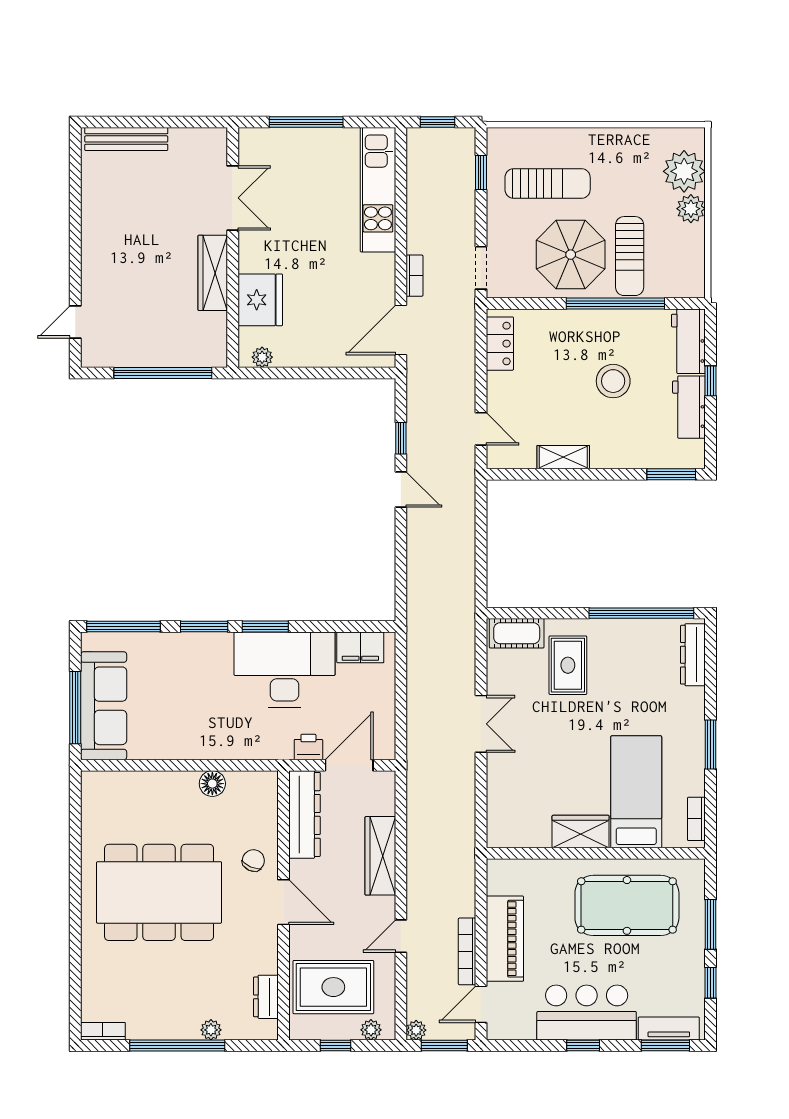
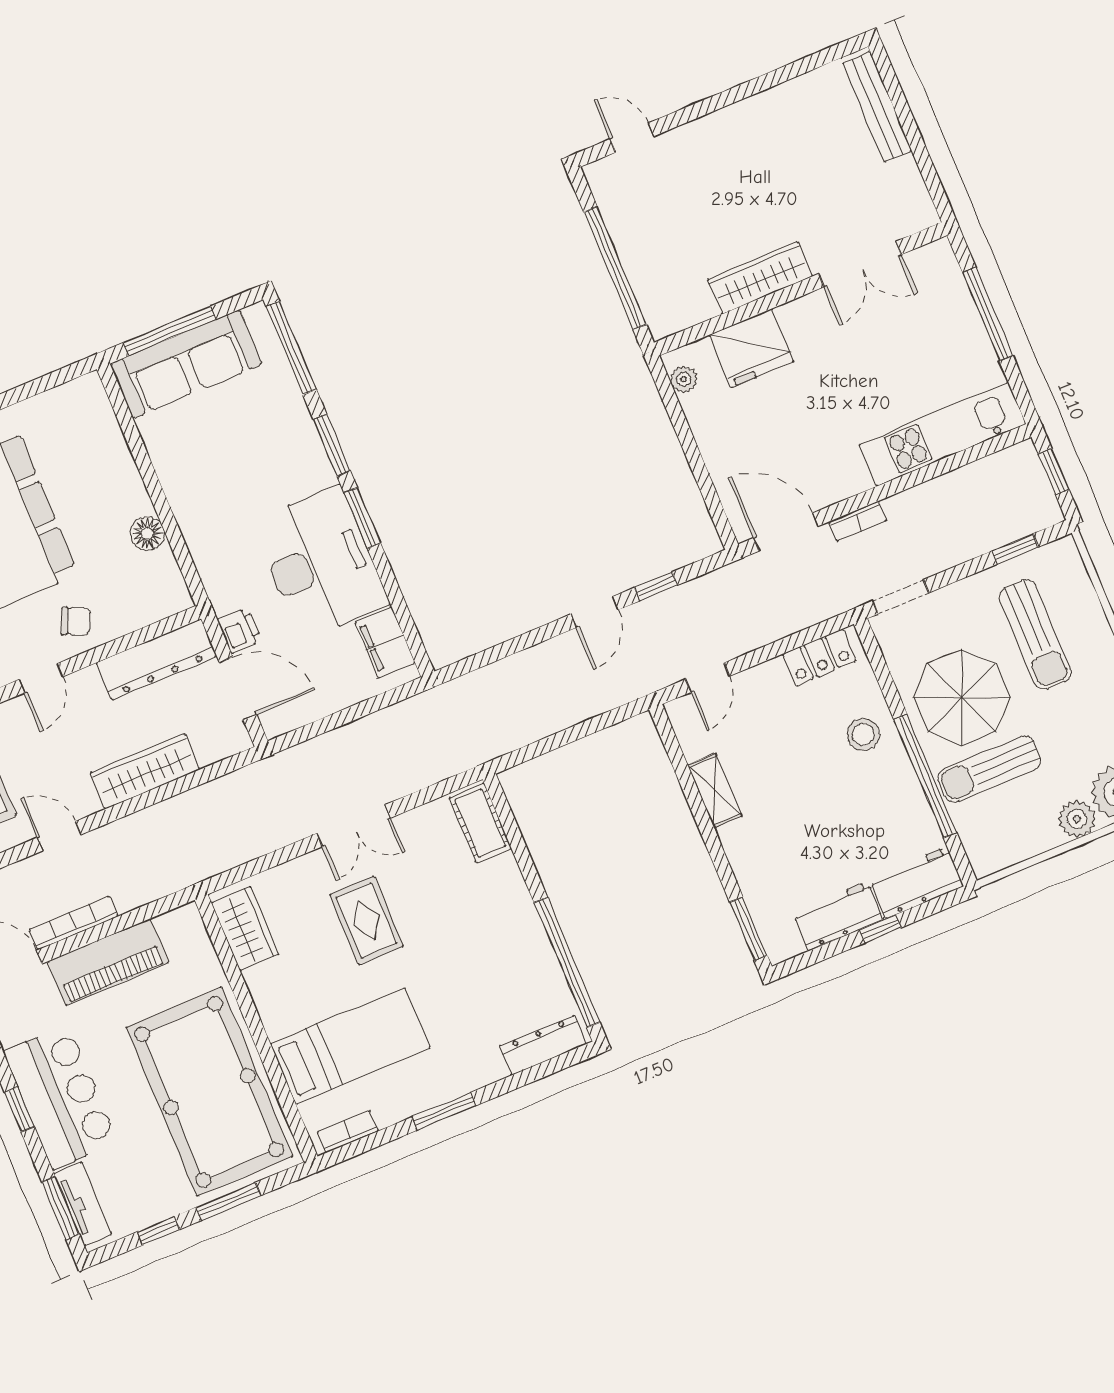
stool: (613, 381) -> (863, 734), moved, width x0.73, depth x0.73
rug: (568, 665) -> (366, 920), moved, turned 90
wardrobe: (581, 832) -> (245, 929), moved
door: (283, 902) -> (41, 678), width x0.73
pool table: (627, 905) -> (209, 1092), width x1.36, depth x1.32

